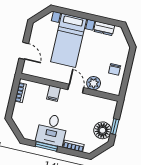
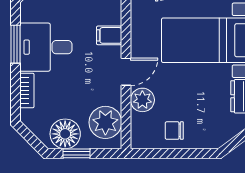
plant: (101, 107) -> (105, 122), added

